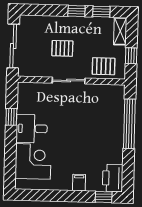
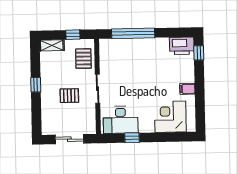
window: (101, 12) -> (35, 63), removed
sliding door: (13, 46) -> (69, 139), width x0.73
pallet: (62, 48) -> (69, 96), turned 90
desk: (32, 129) -> (121, 120), moved, width x1.37
filing cabinet: (79, 183) -> (187, 89), moved

